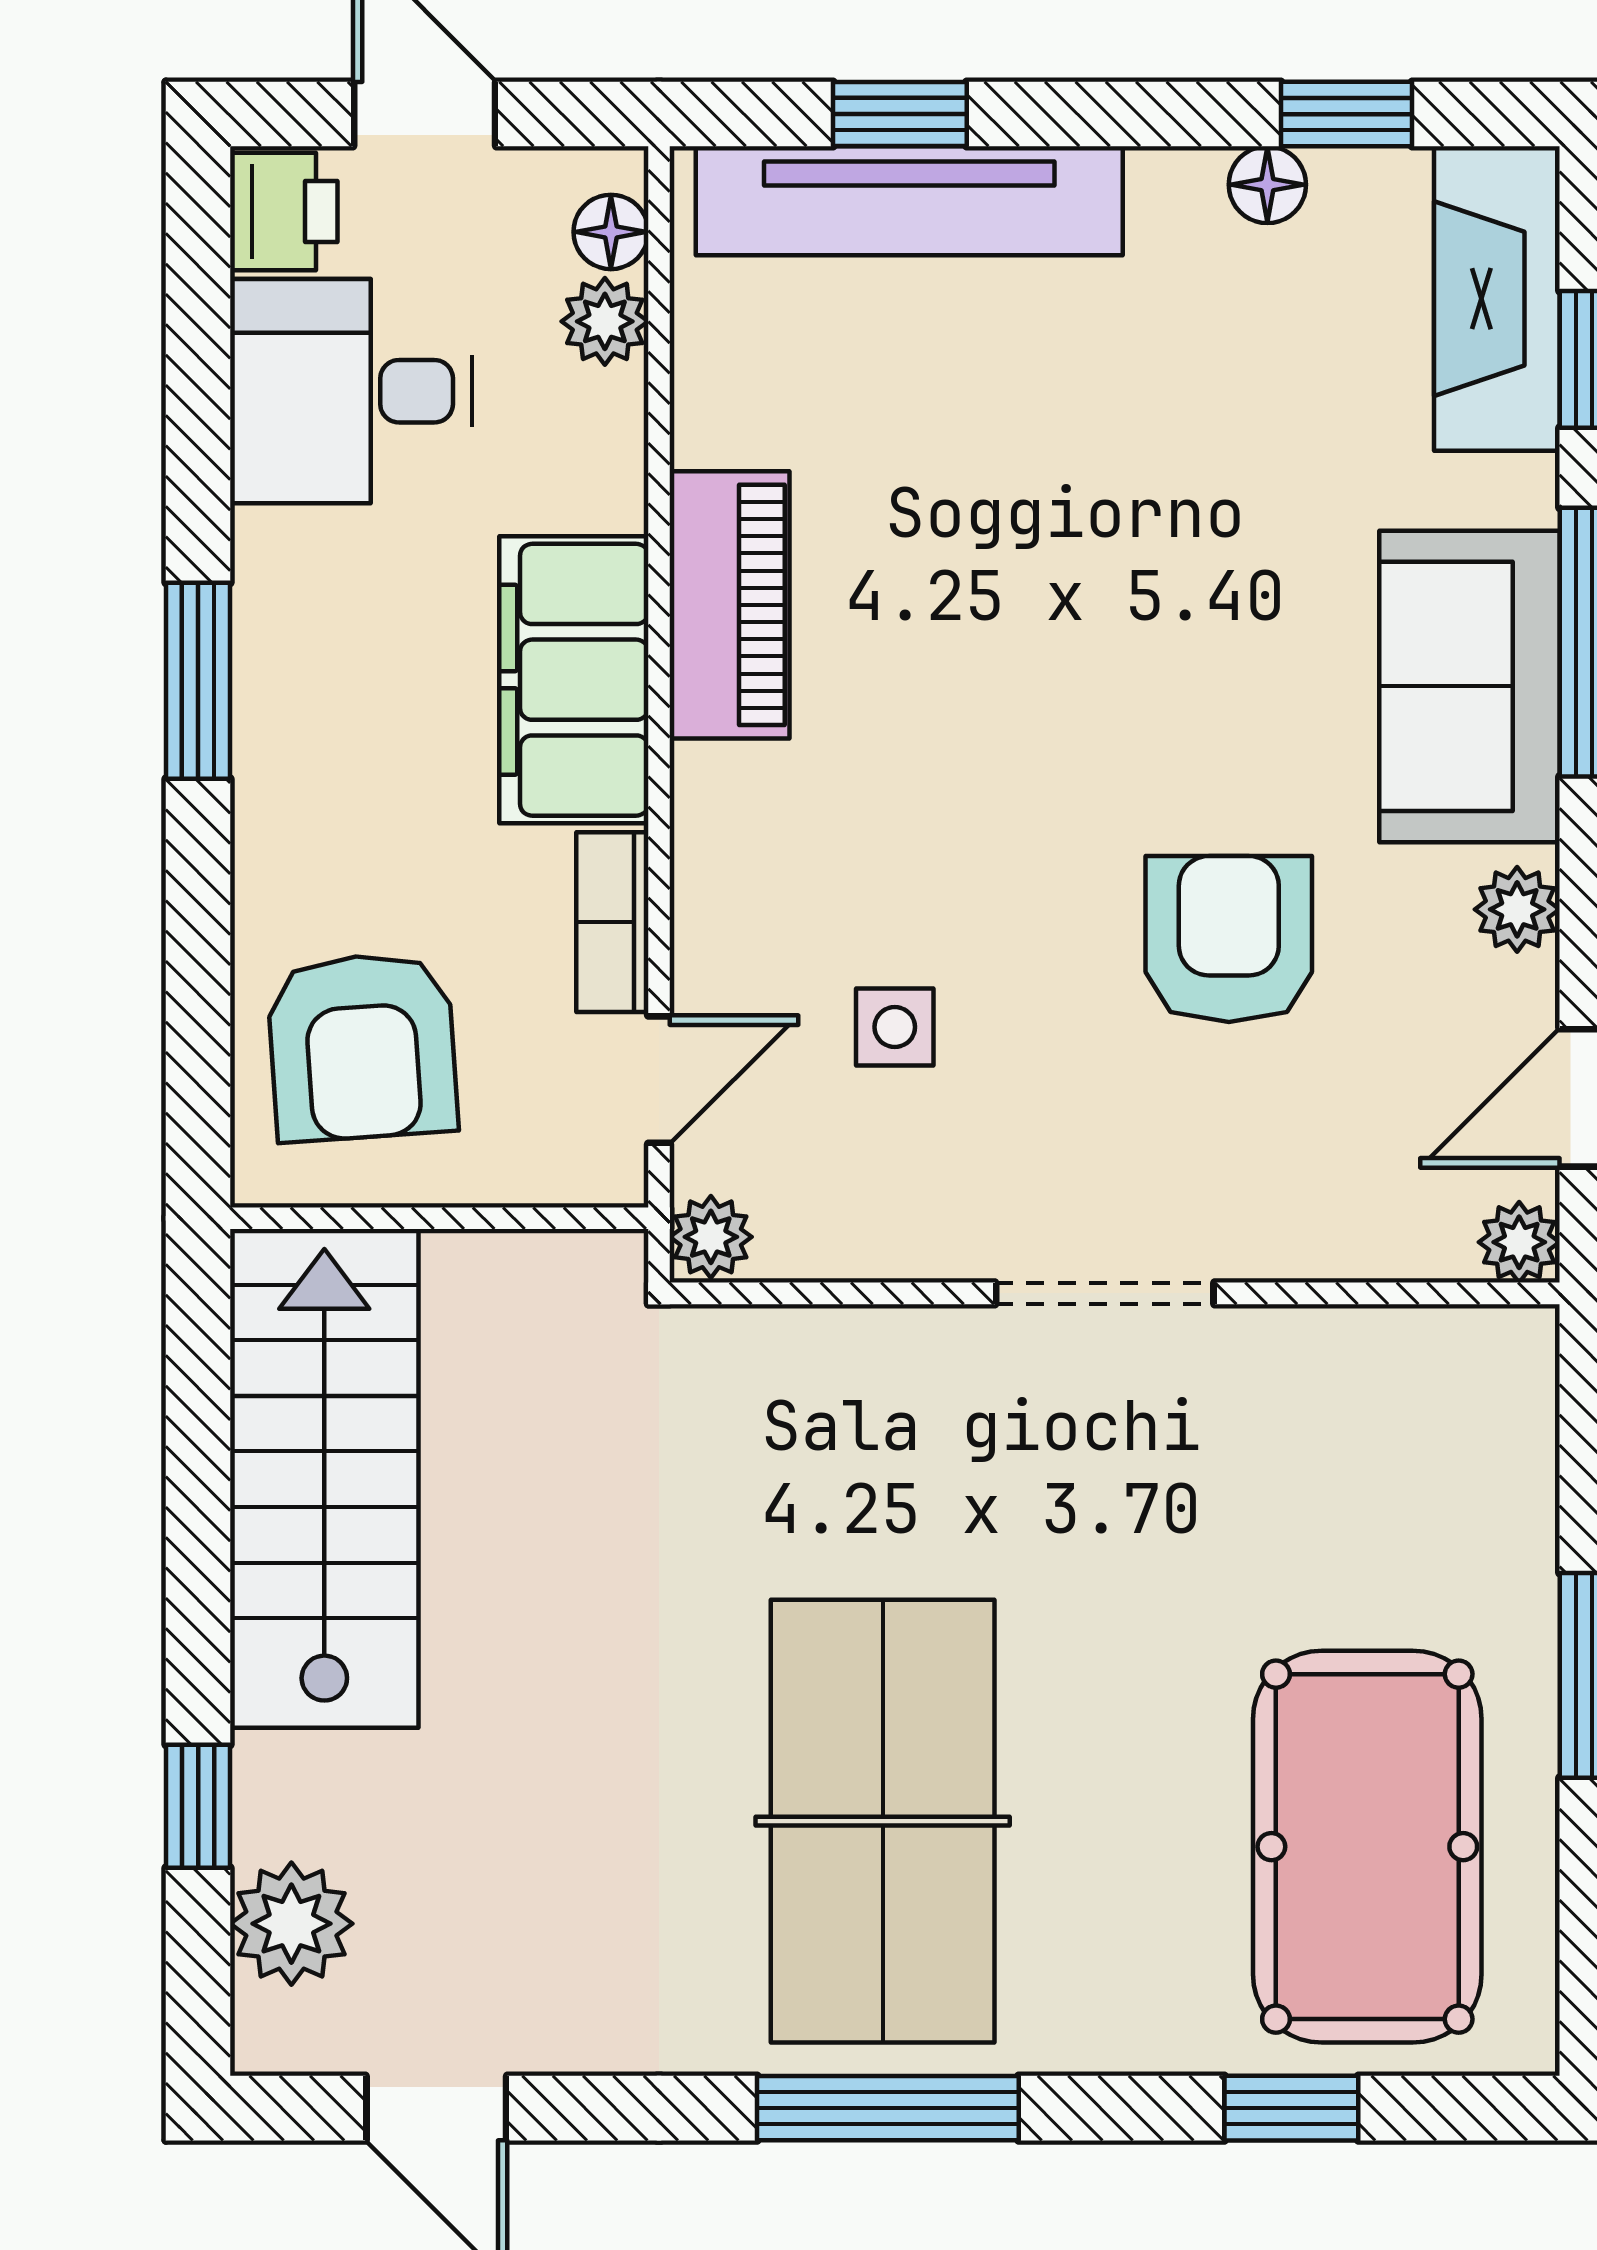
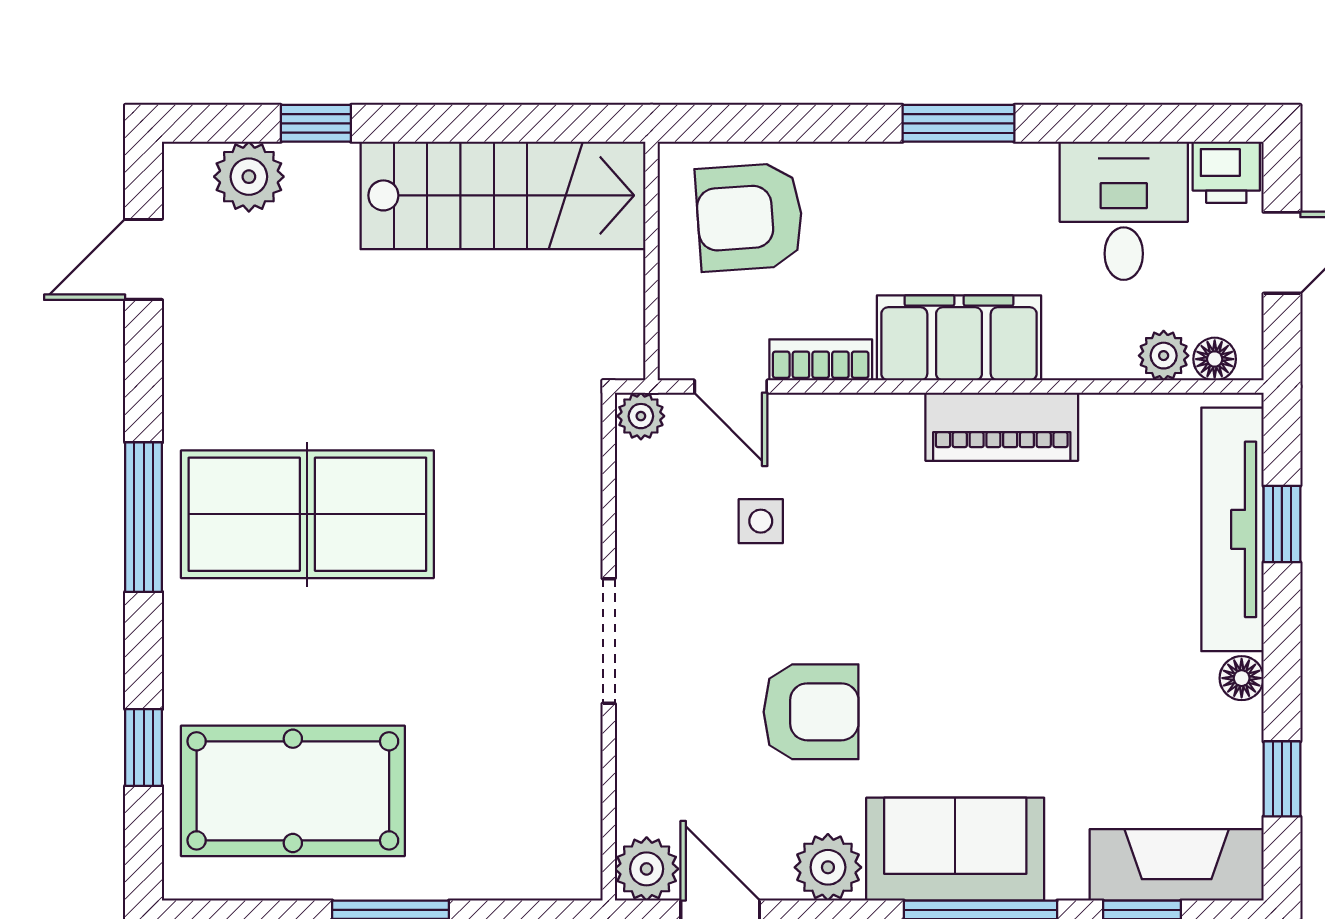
floor lamp: (1267, 185) -> (1242, 678), moved
plant: (1517, 909) -> (828, 867), width x1.38, depth x1.38
plant: (1519, 1242) -> (647, 869), width x1.38, depth x1.38

